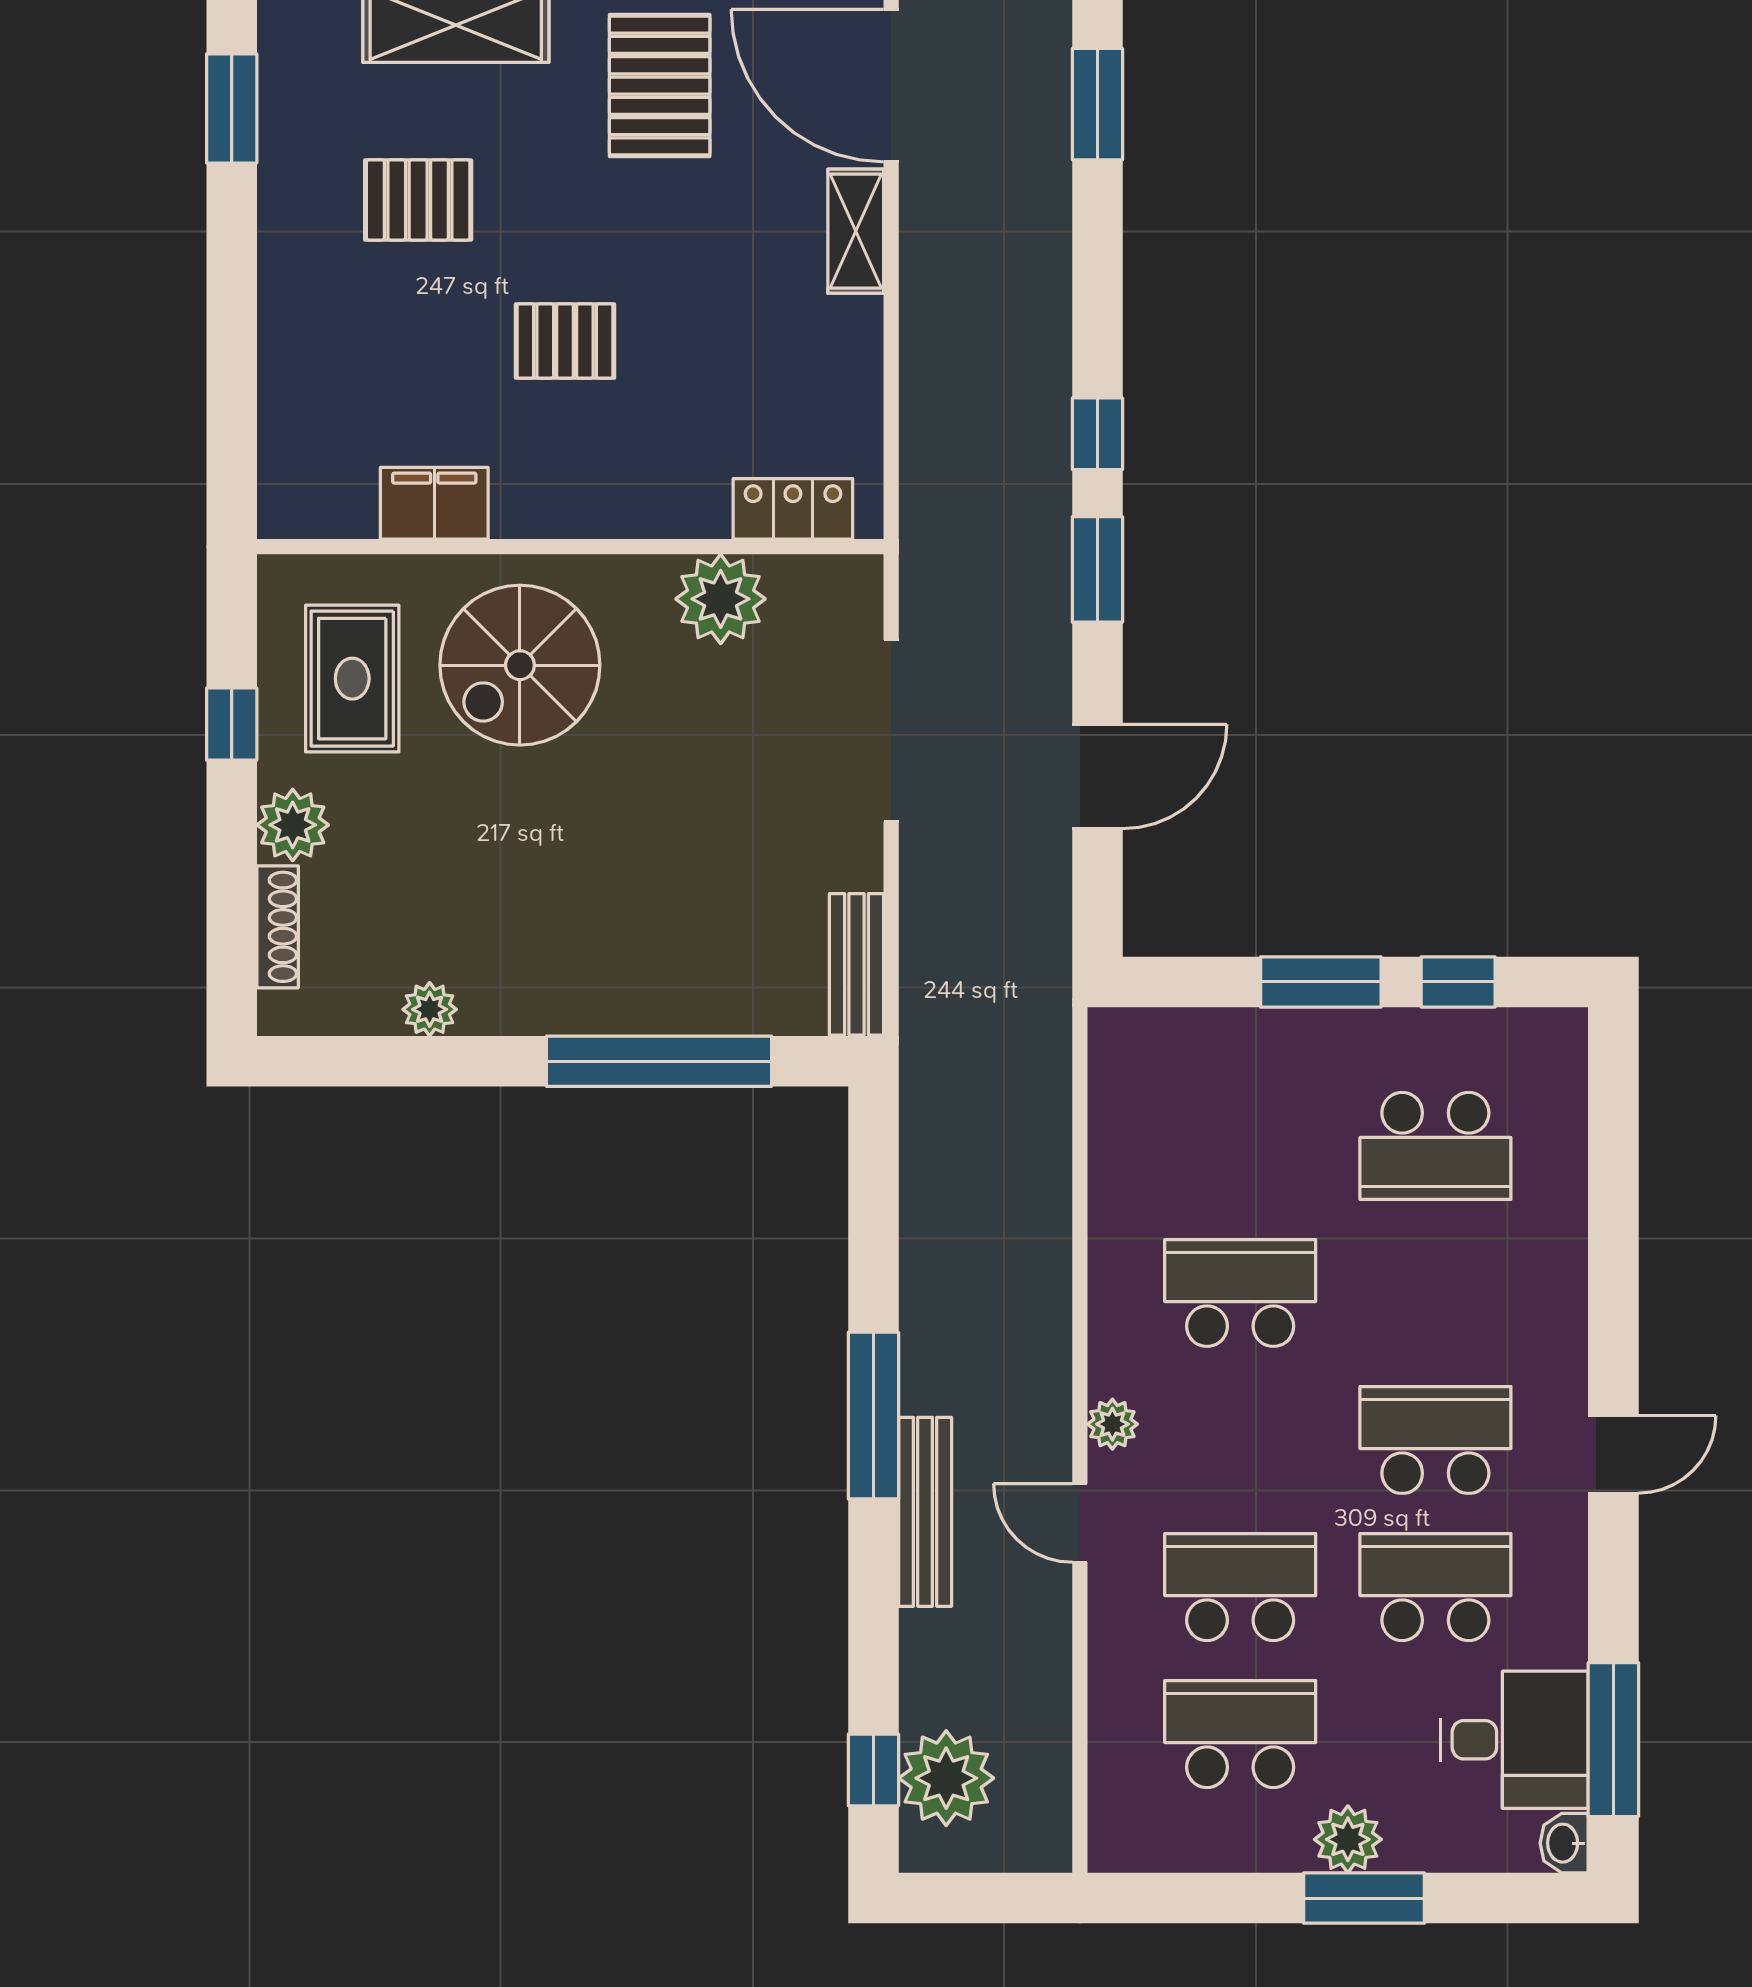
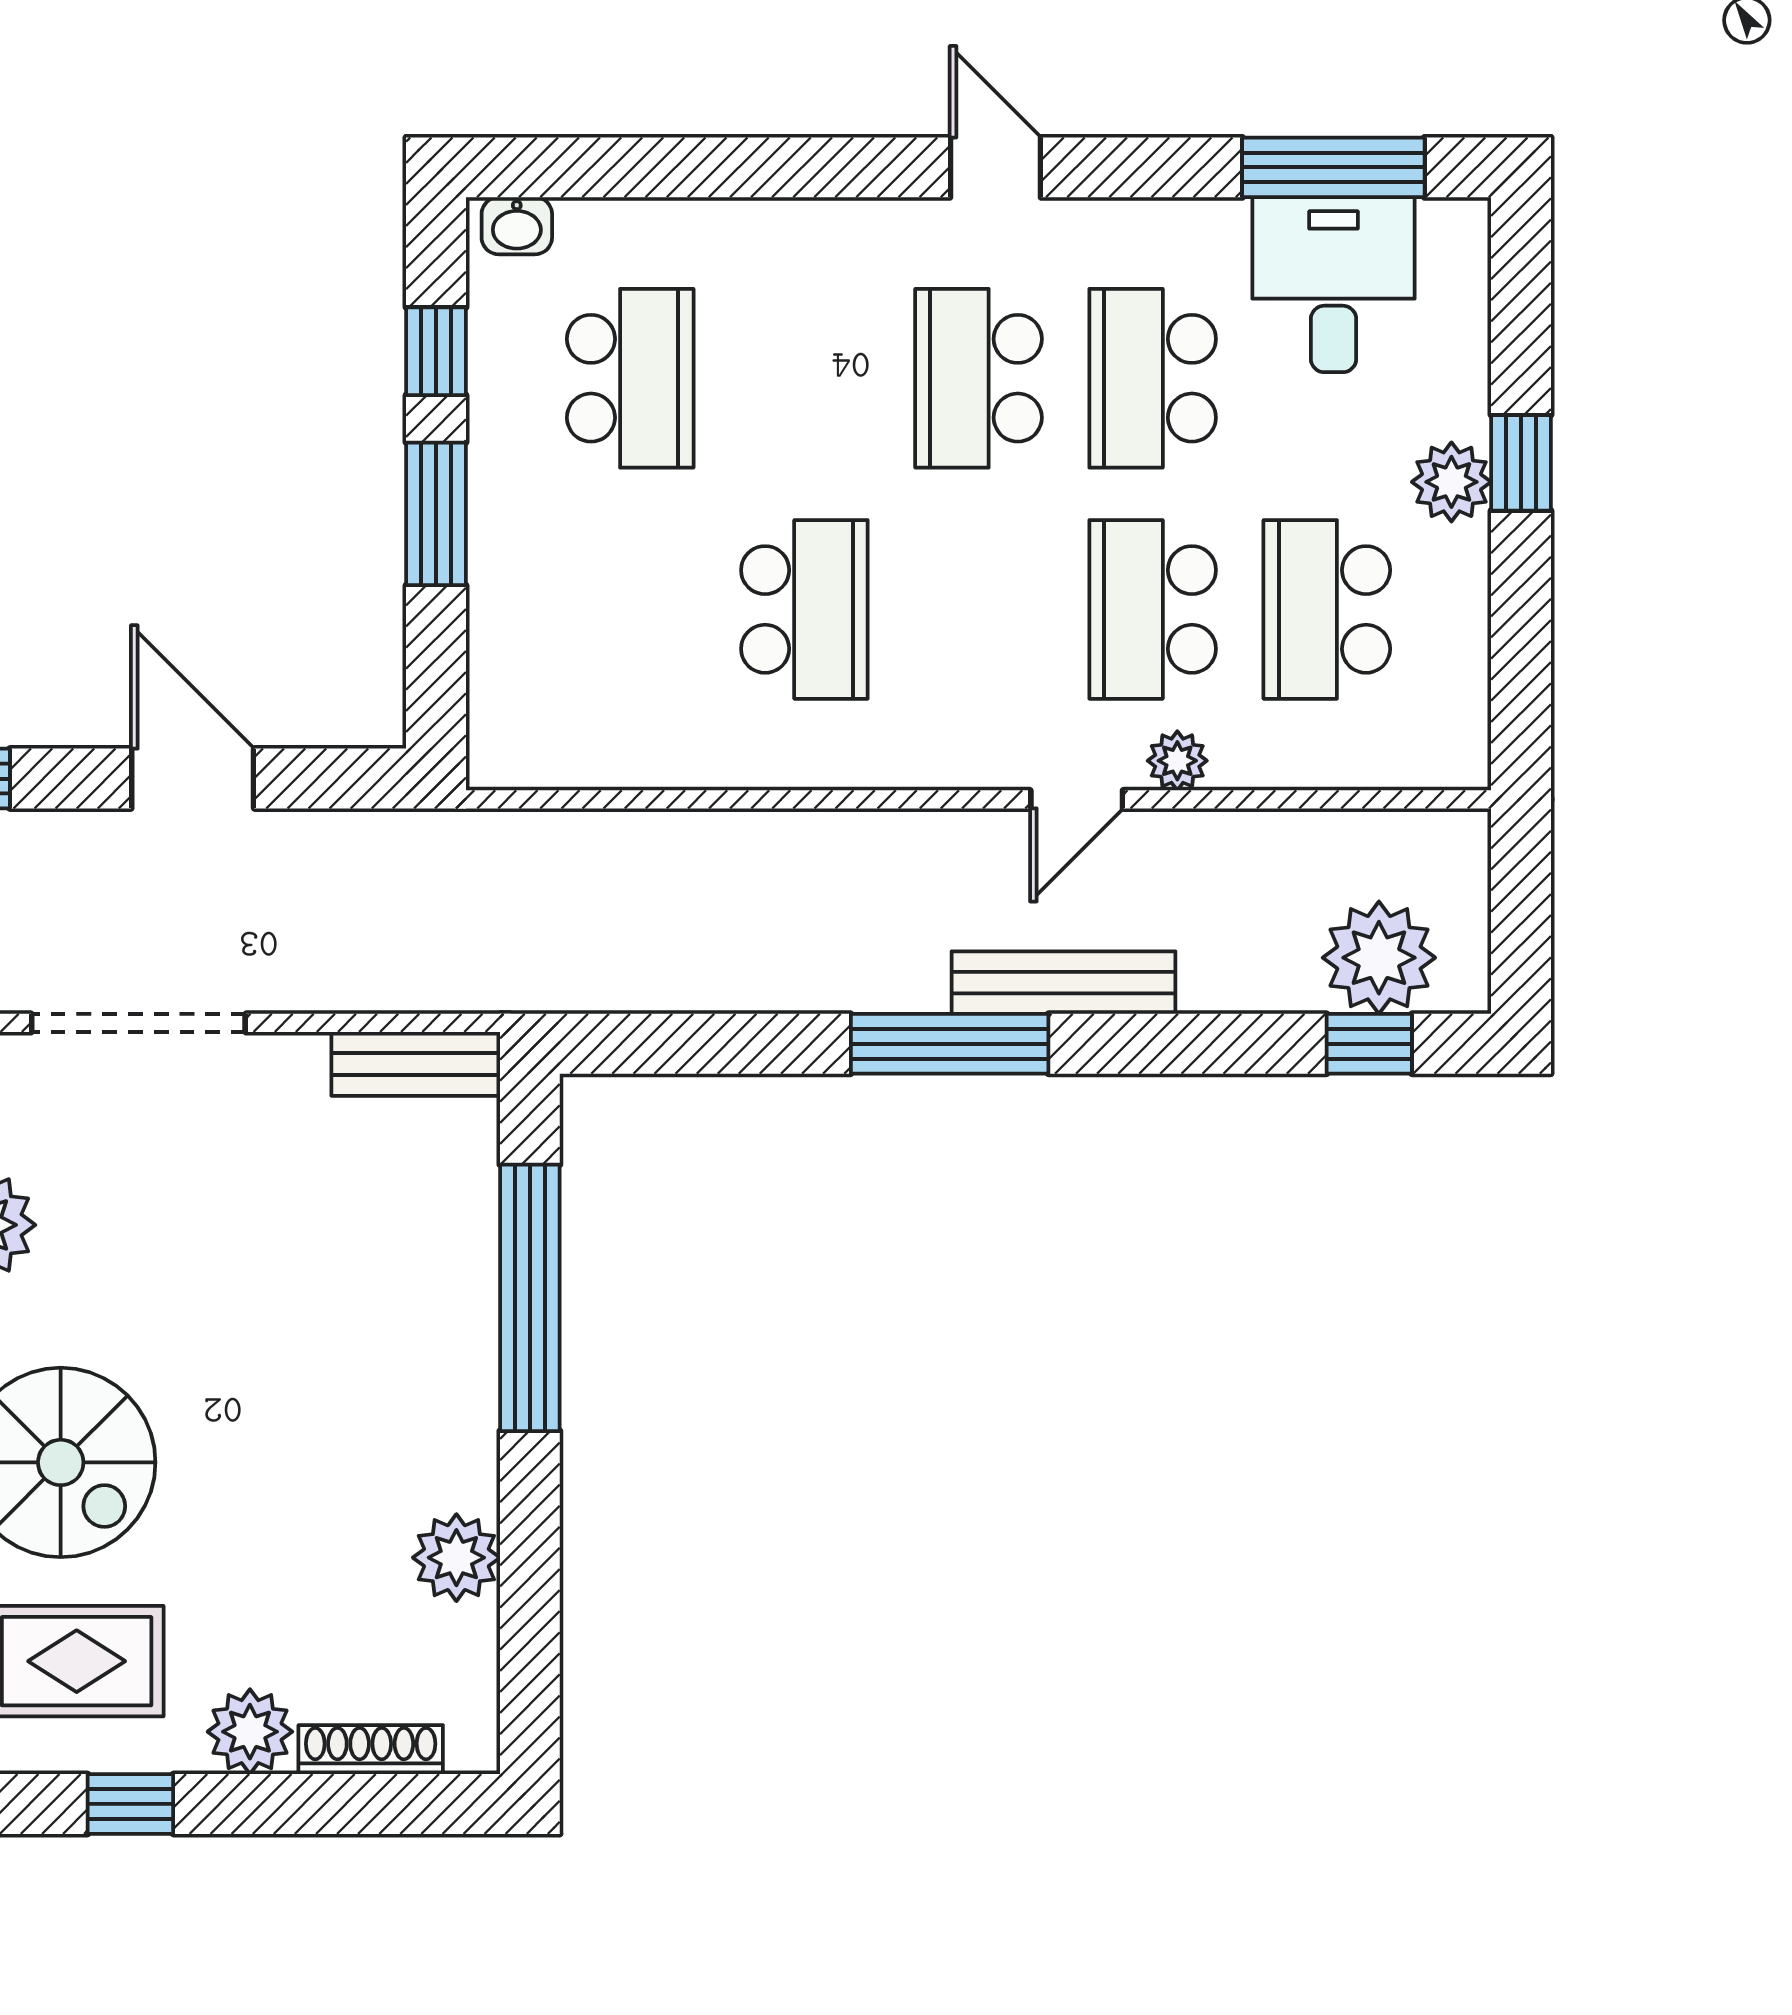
plant: (430, 1009) -> (456, 1558), width x1.38, depth x1.38
school desk: (1240, 1293) -> (804, 609), turned 180
plant: (1112, 1424) -> (1177, 761), moved
washbasin: (1564, 1843) -> (517, 226), moved
window: (1364, 1898) -> (1521, 463), width x0.67

